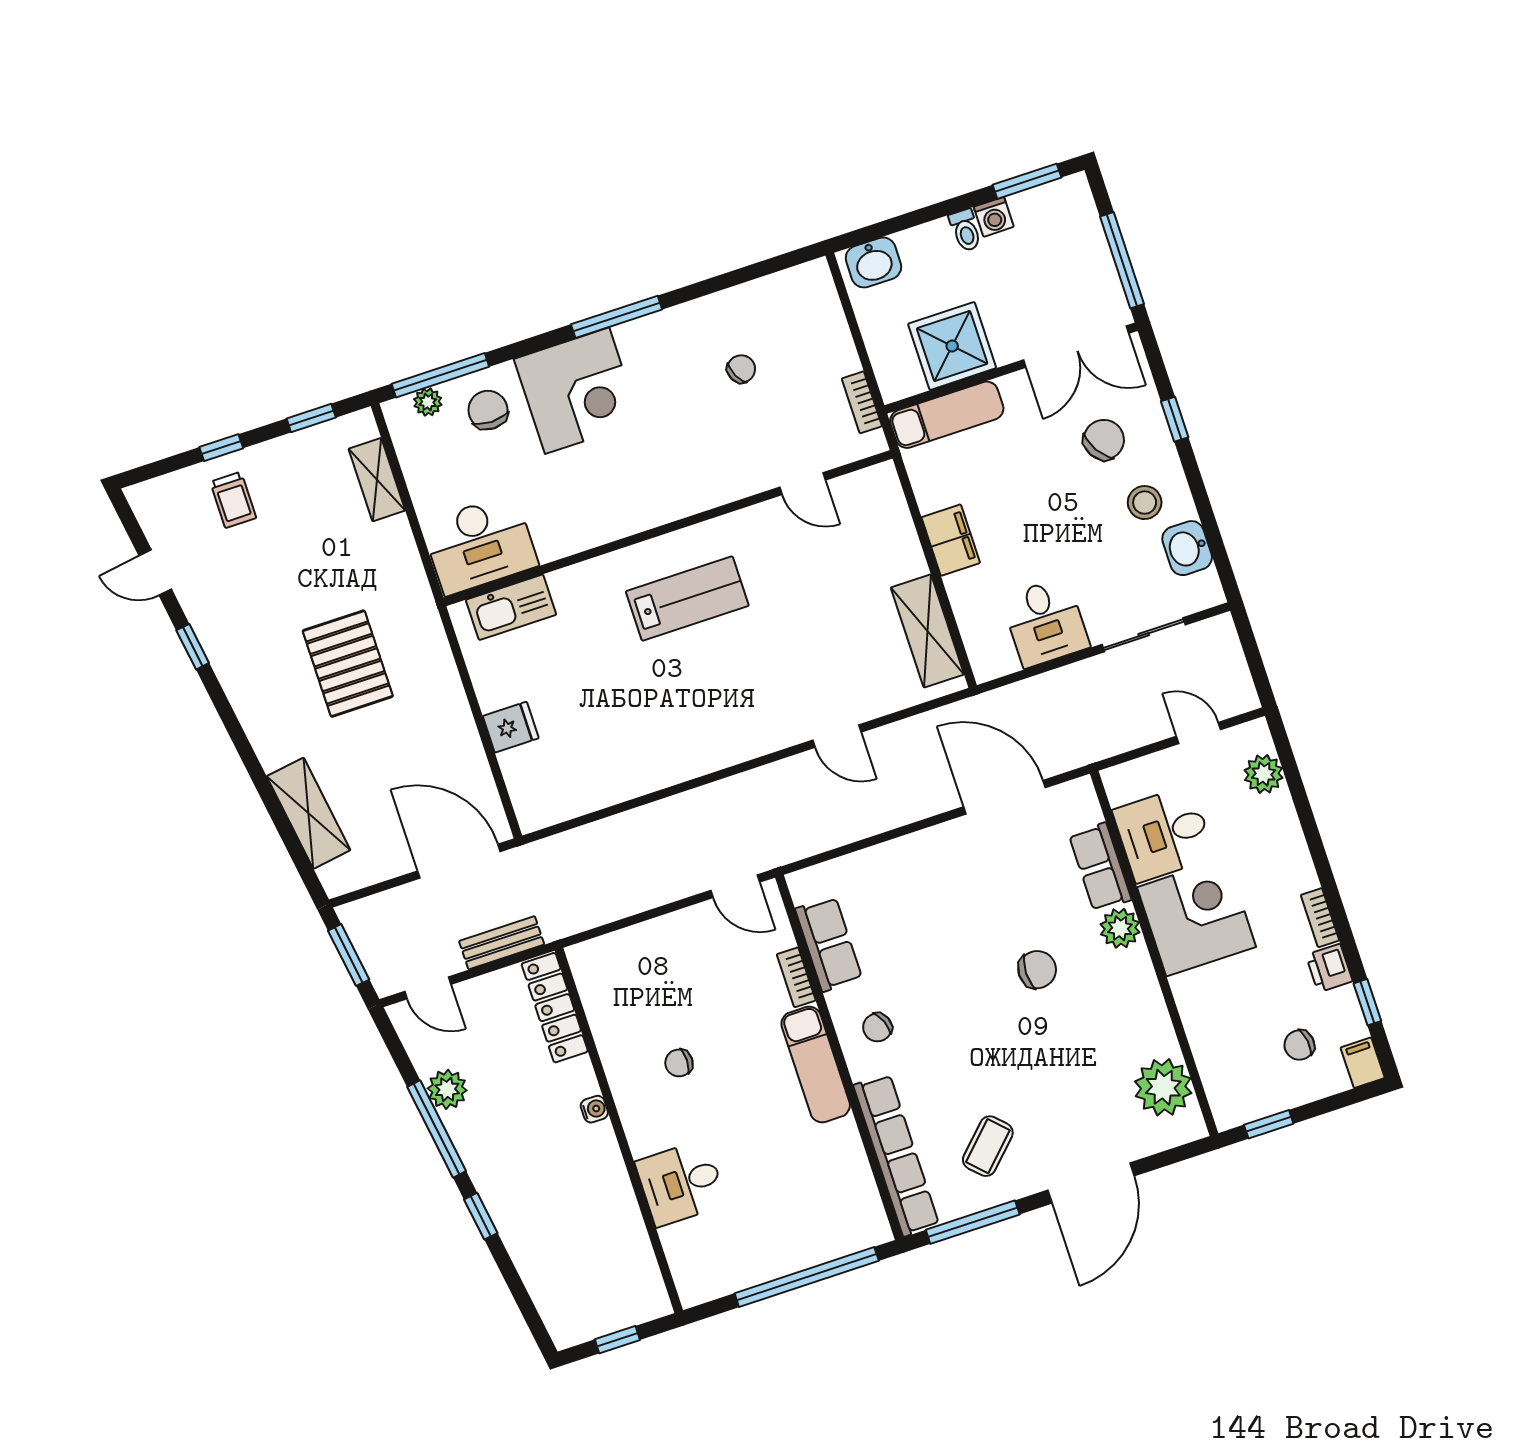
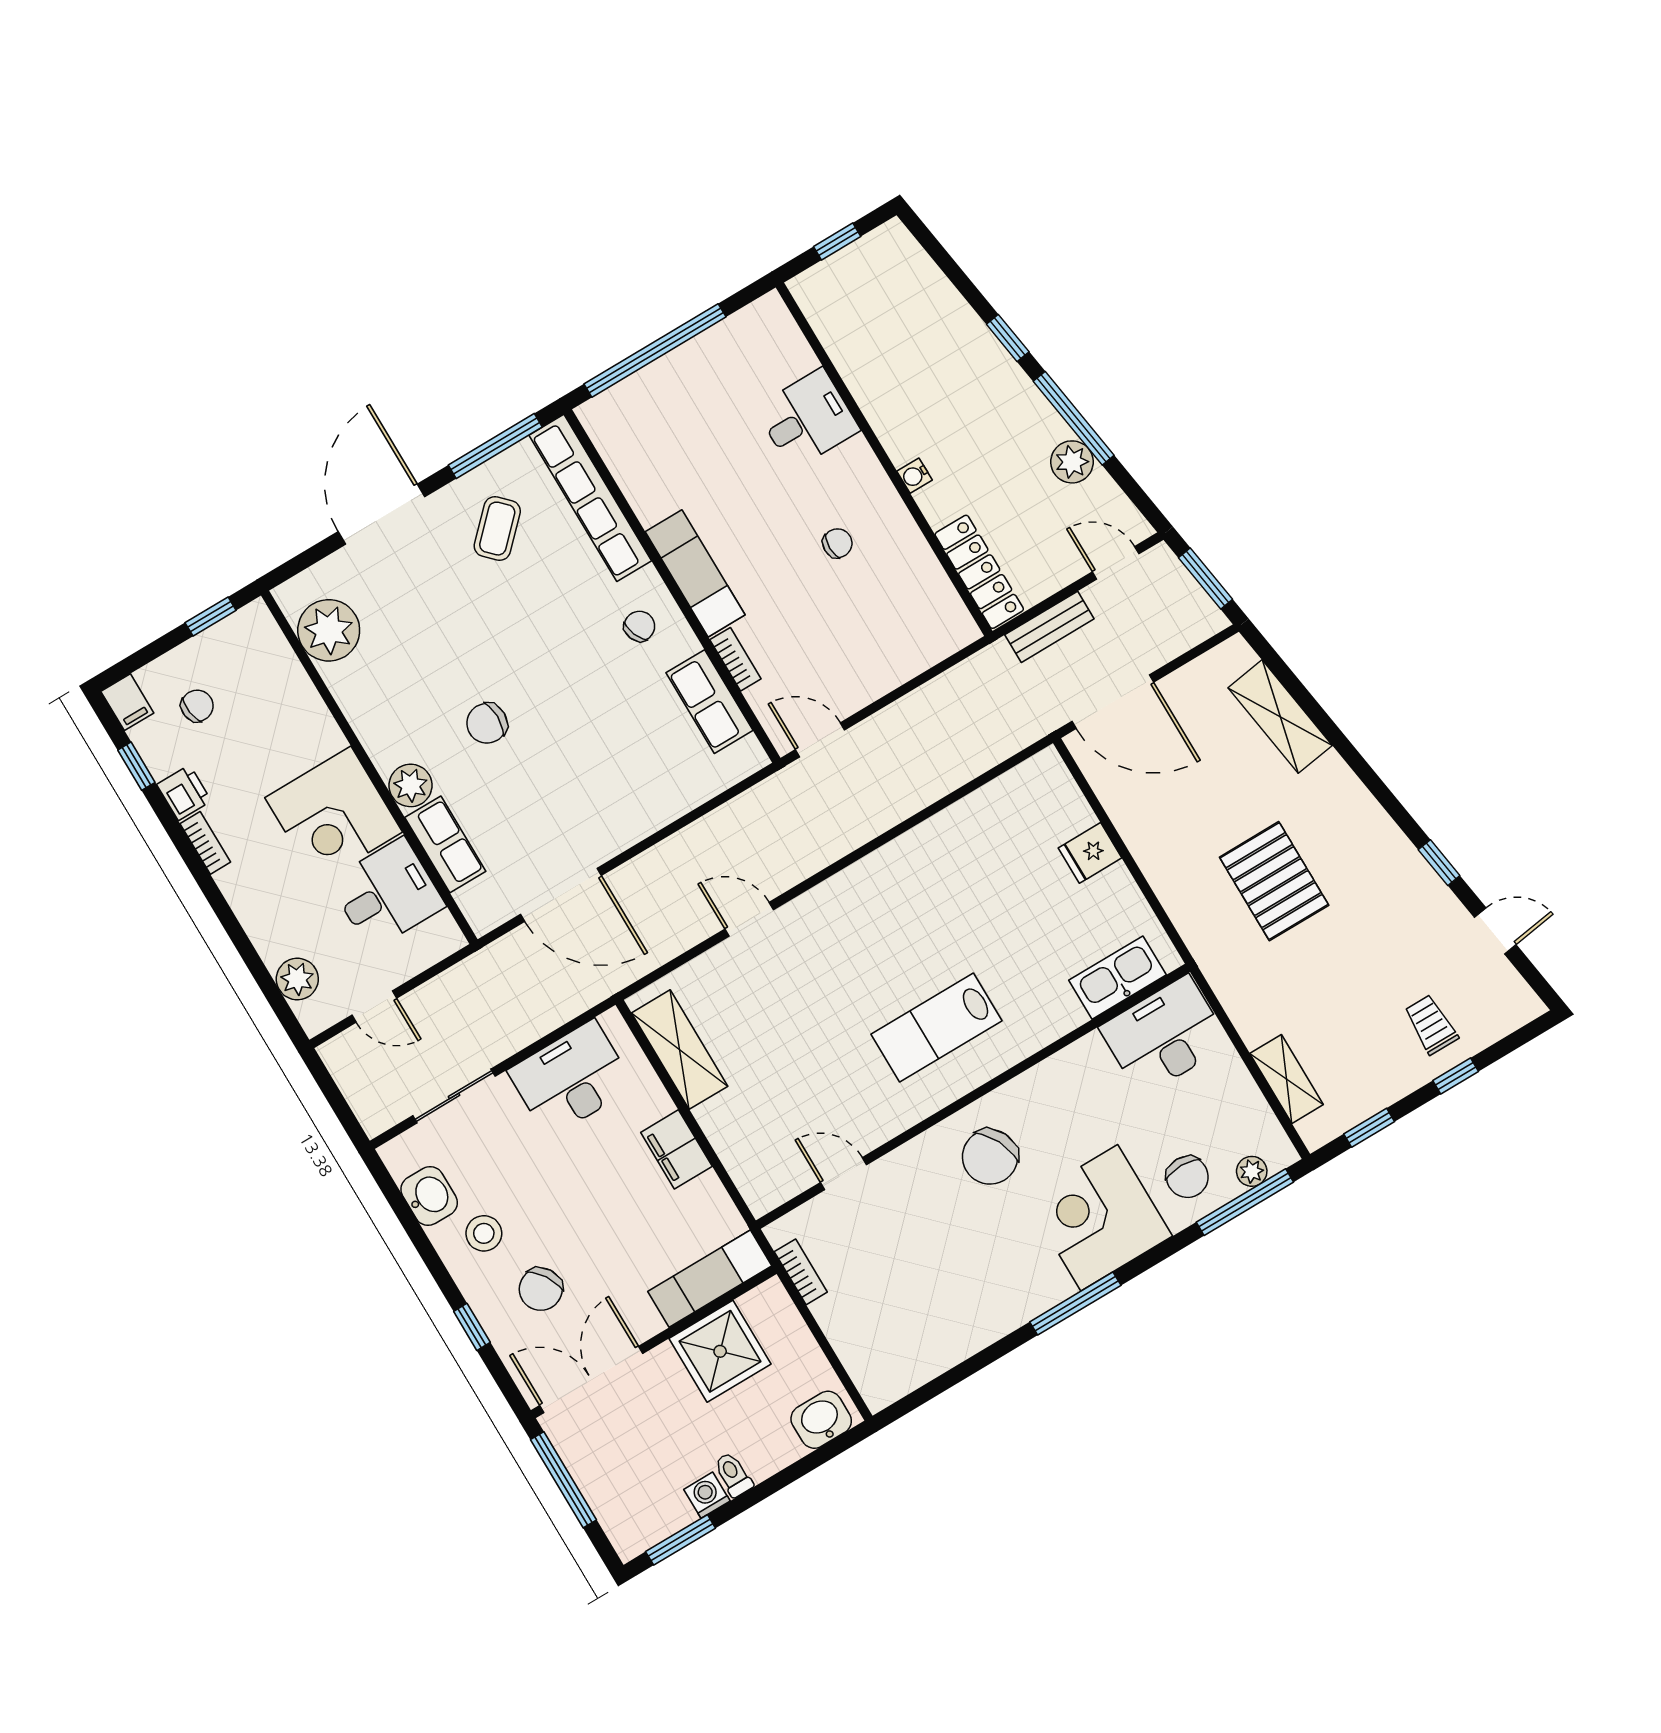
chair: (741, 369) -> (990, 1157), moved, width x1.87, depth x1.87
desk: (1045, 622) -> (571, 1079), width x1.37

